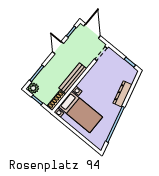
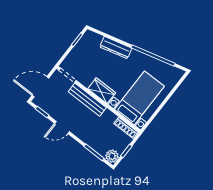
bench: (73, 78) -> (87, 100), moved
wardrobe: (87, 81) -> (102, 91), added

